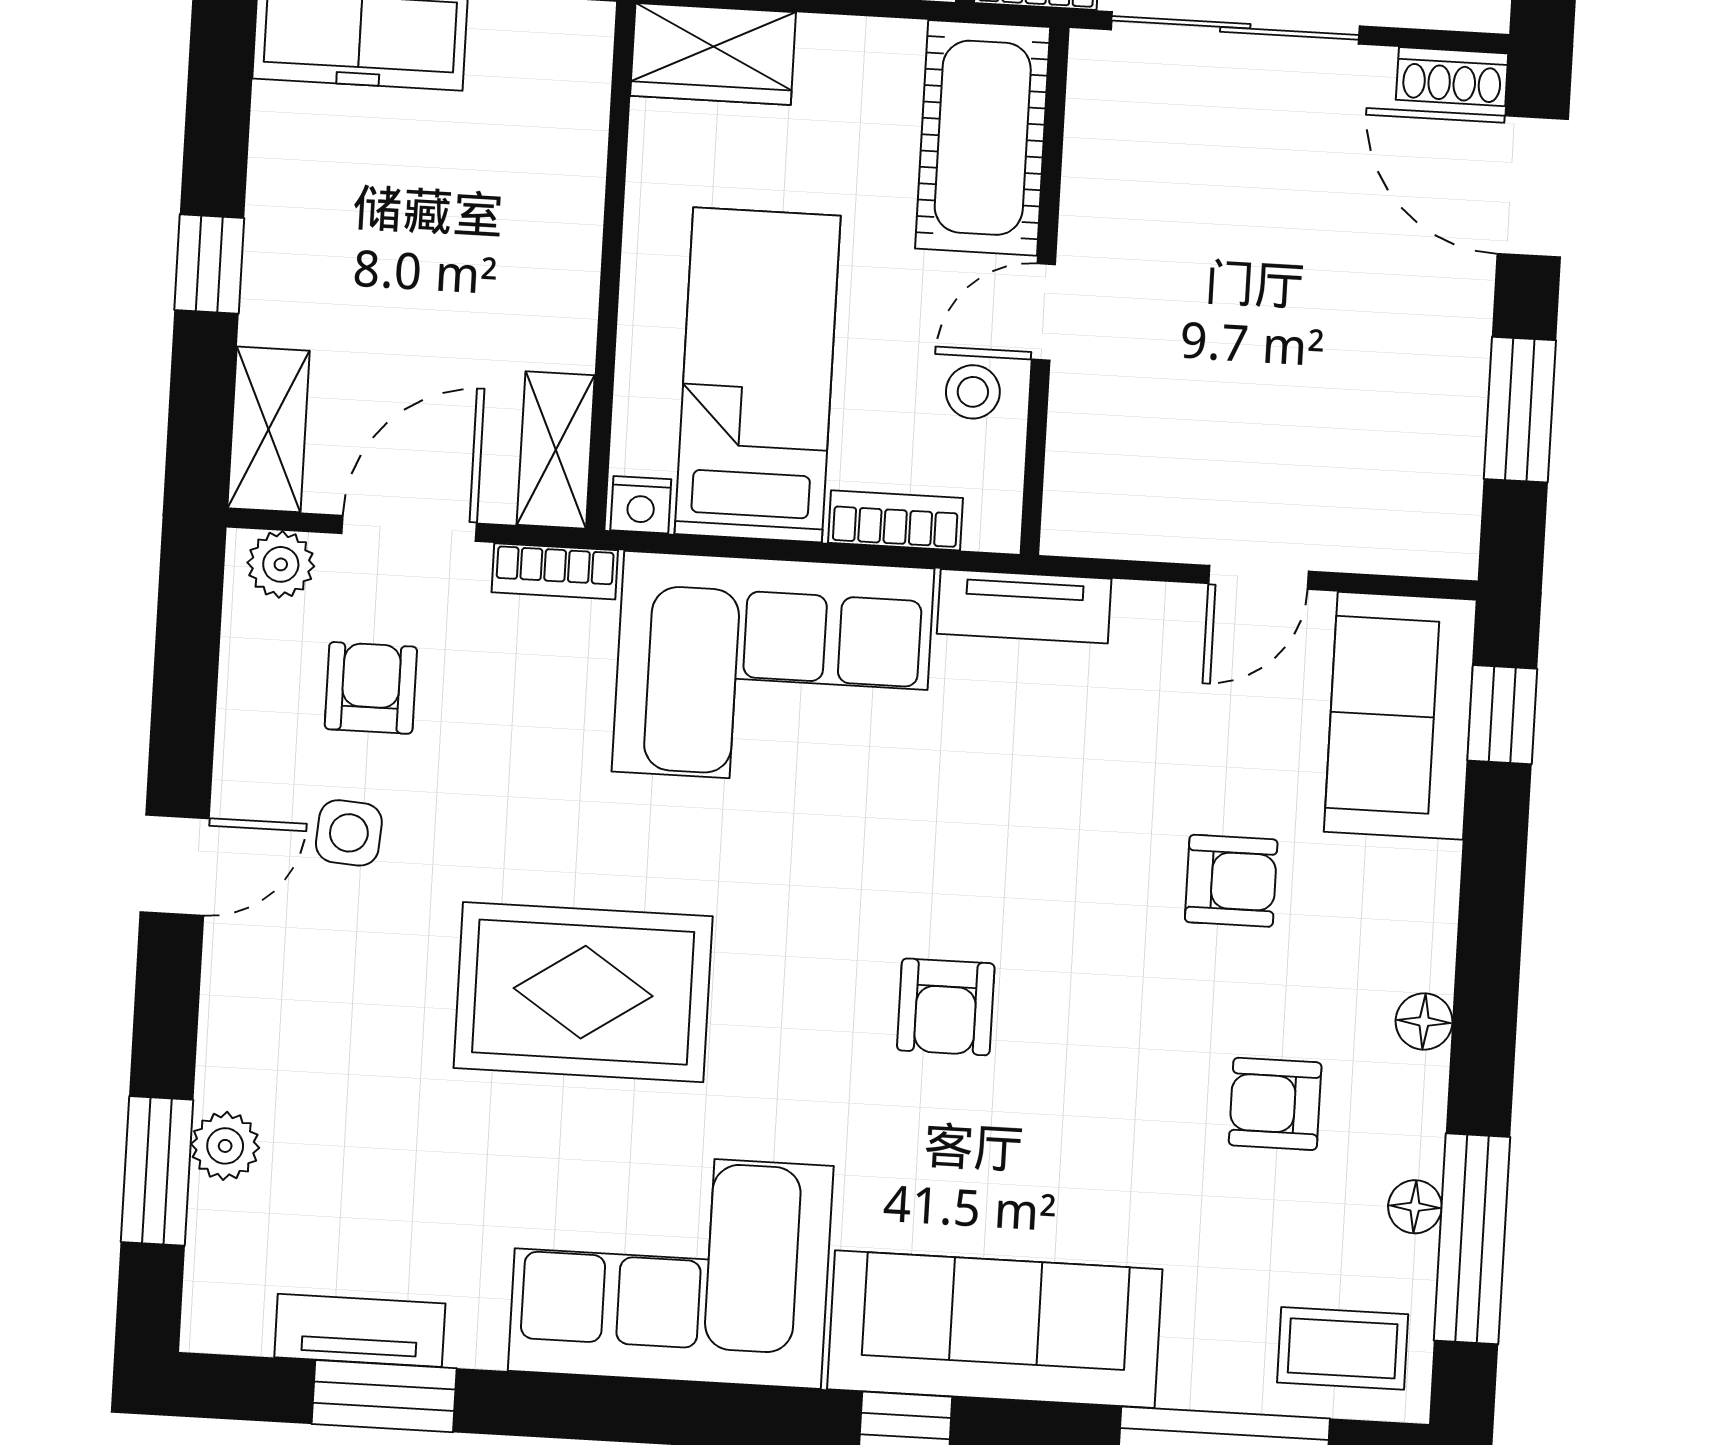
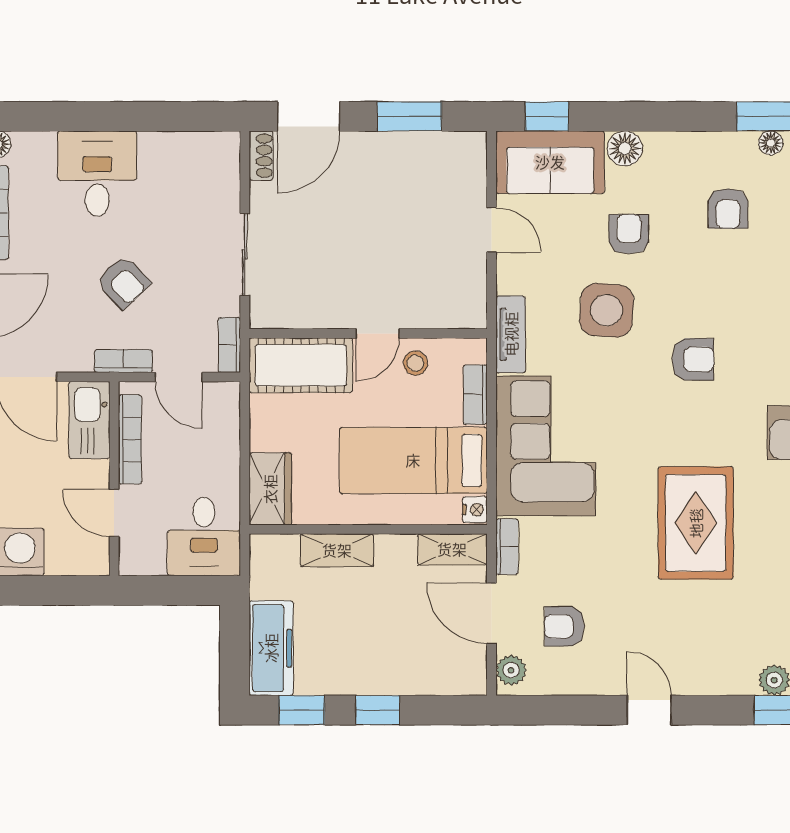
sliding door: (1235, 28) -> (245, 254), width x0.73
window: (219, 96) -> (302, 710), added
door: (1043, 312) -> (378, 333), hinge flipped
shelving: (269, 429) -> (337, 550), moved
side table: (349, 833) -> (607, 310), moved, width x1.87, depth x1.87
floor lamp: (1424, 1022) -> (625, 148), moved, width x1.37, depth x1.37

